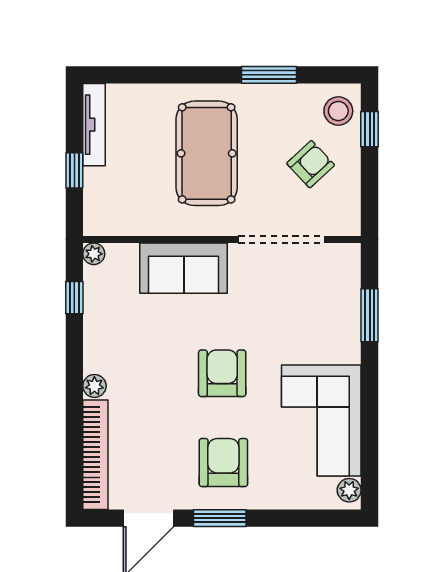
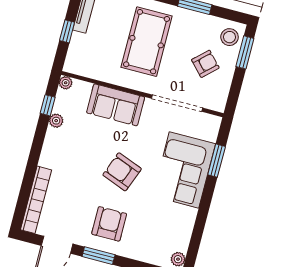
window: (370, 129) -> (245, 52), width x1.50
armchair: (222, 373) -> (122, 172), turned -69
plant: (94, 386) -> (56, 121), moved
corner sofa: (321, 421) -> (184, 170), moved

